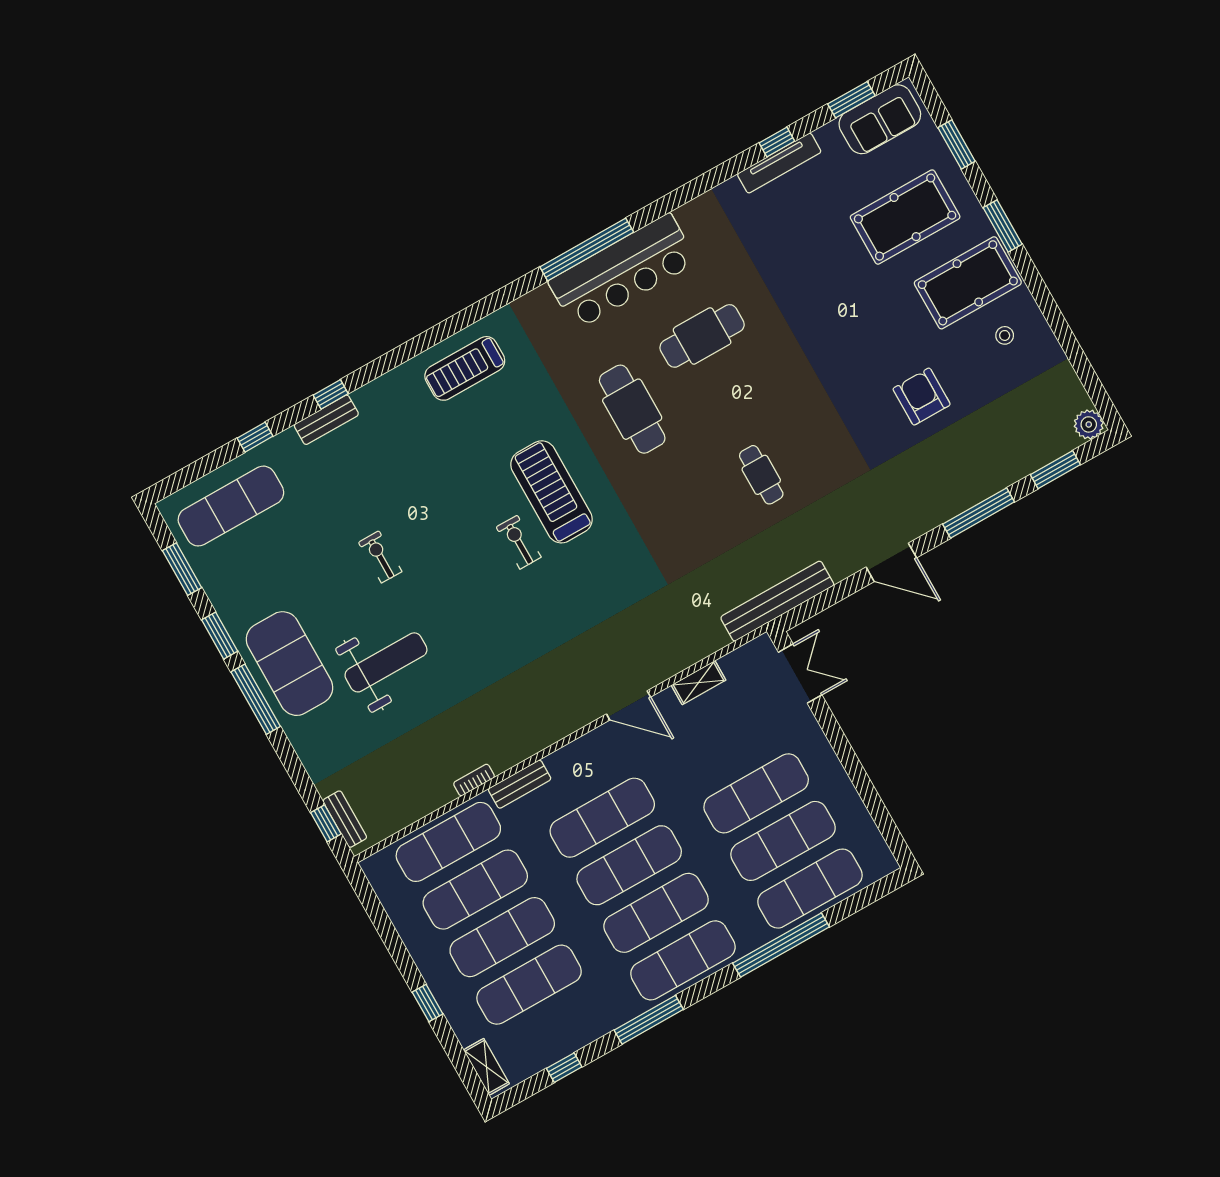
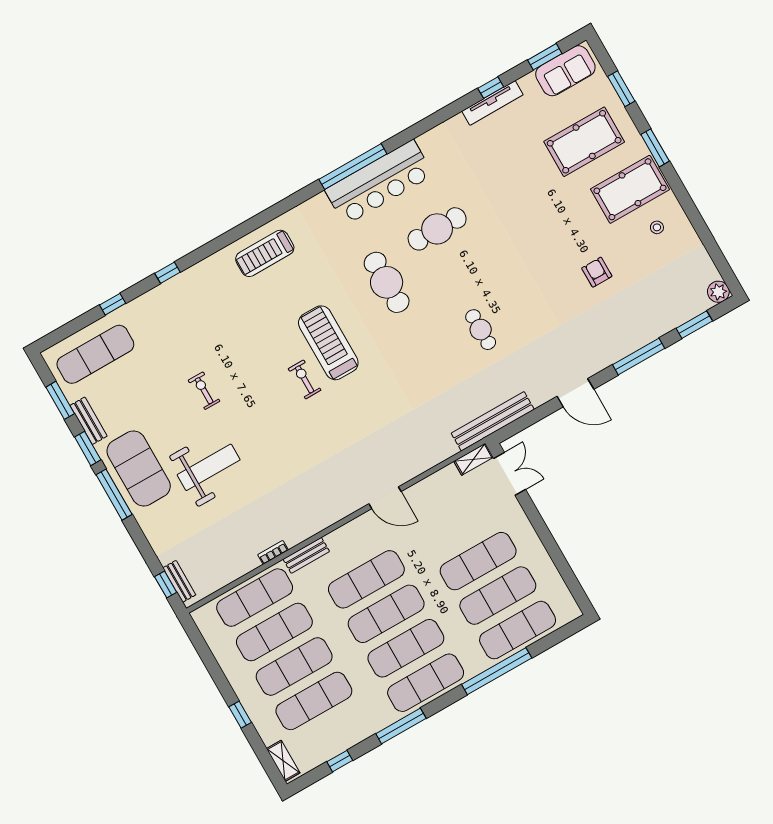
armchair: (922, 397) -> (597, 272), width x0.72, depth x0.72
bench: (326, 420) -> (89, 421), moved, turned 90
shelving: (699, 683) -> (474, 459), moved

